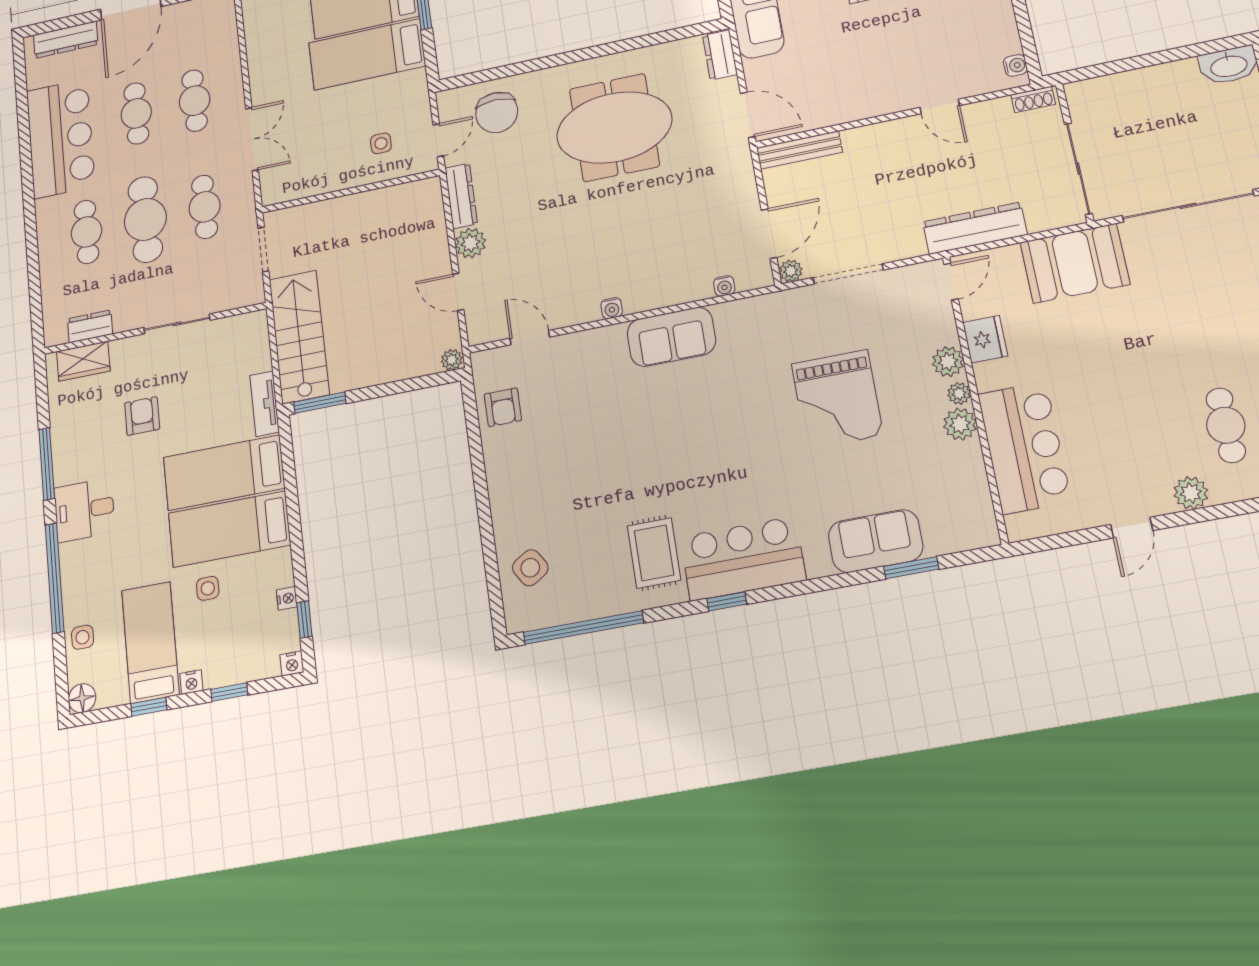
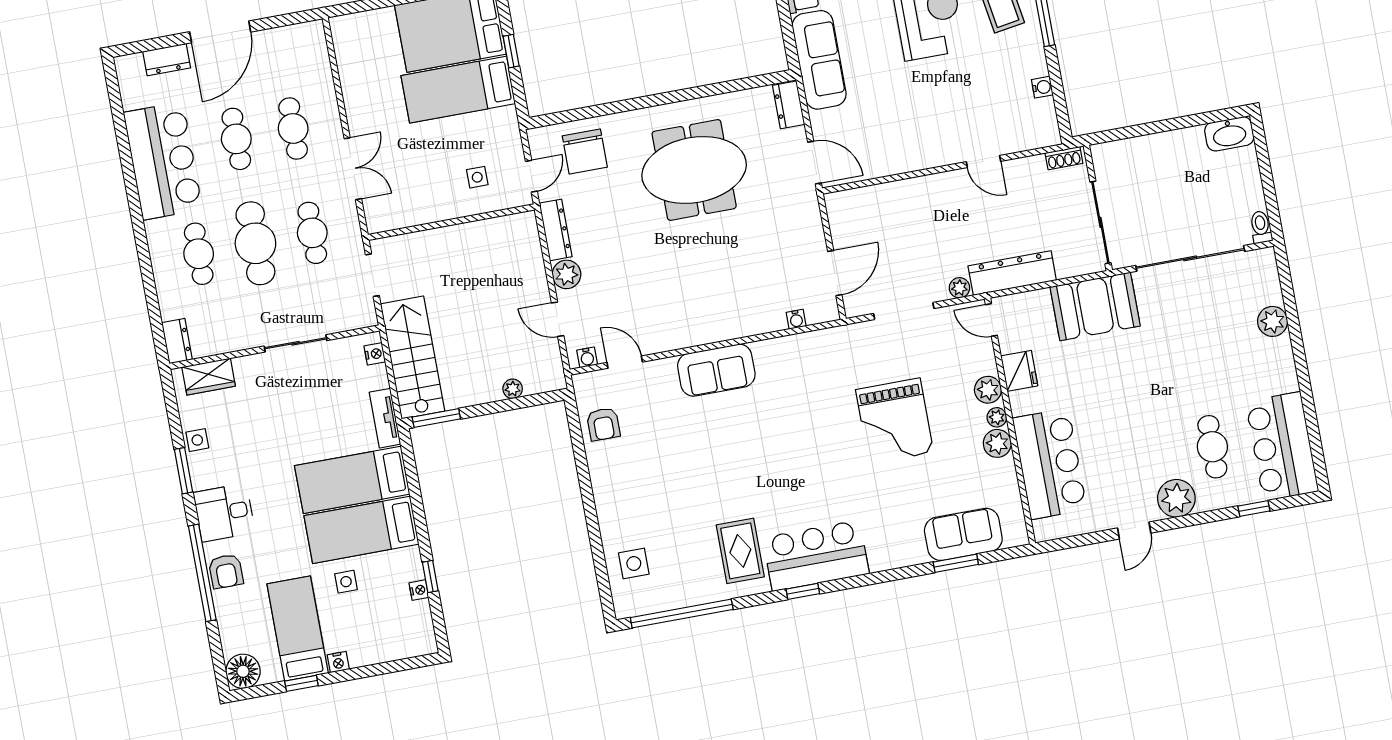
dresser: (66, 40) -> (167, 60), width x0.70
water cooler: (1015, 65) -> (1042, 87), moved
bench: (799, 150) -> (861, 197), removed
plant: (791, 271) -> (959, 288), moved
door: (951, 282) -> (991, 320), swing flipped
water cooler: (612, 308) -> (587, 357), moved
dresser: (90, 326) -> (177, 341), moved, turned 90
sofa: (671, 337) -> (716, 370), moved
plant: (452, 360) -> (513, 389), moved
armchair: (142, 416) -> (226, 571), moved, turned 180
window: (47, 464) -> (183, 471), width x0.69
plant: (1191, 493) -> (1176, 498), width x1.36, depth x1.36
sofa: (876, 541) -> (963, 534), moved
side table: (530, 568) -> (634, 563), turned 32
window: (304, 620) -> (430, 577), moved
side table: (83, 637) -> (197, 440), moved
nightstand: (292, 663) -> (375, 354), moved, turned -90
window: (229, 692) -> (373, 670), removed
floor lamp: (82, 698) -> (243, 671), width x1.38, depth x1.38

